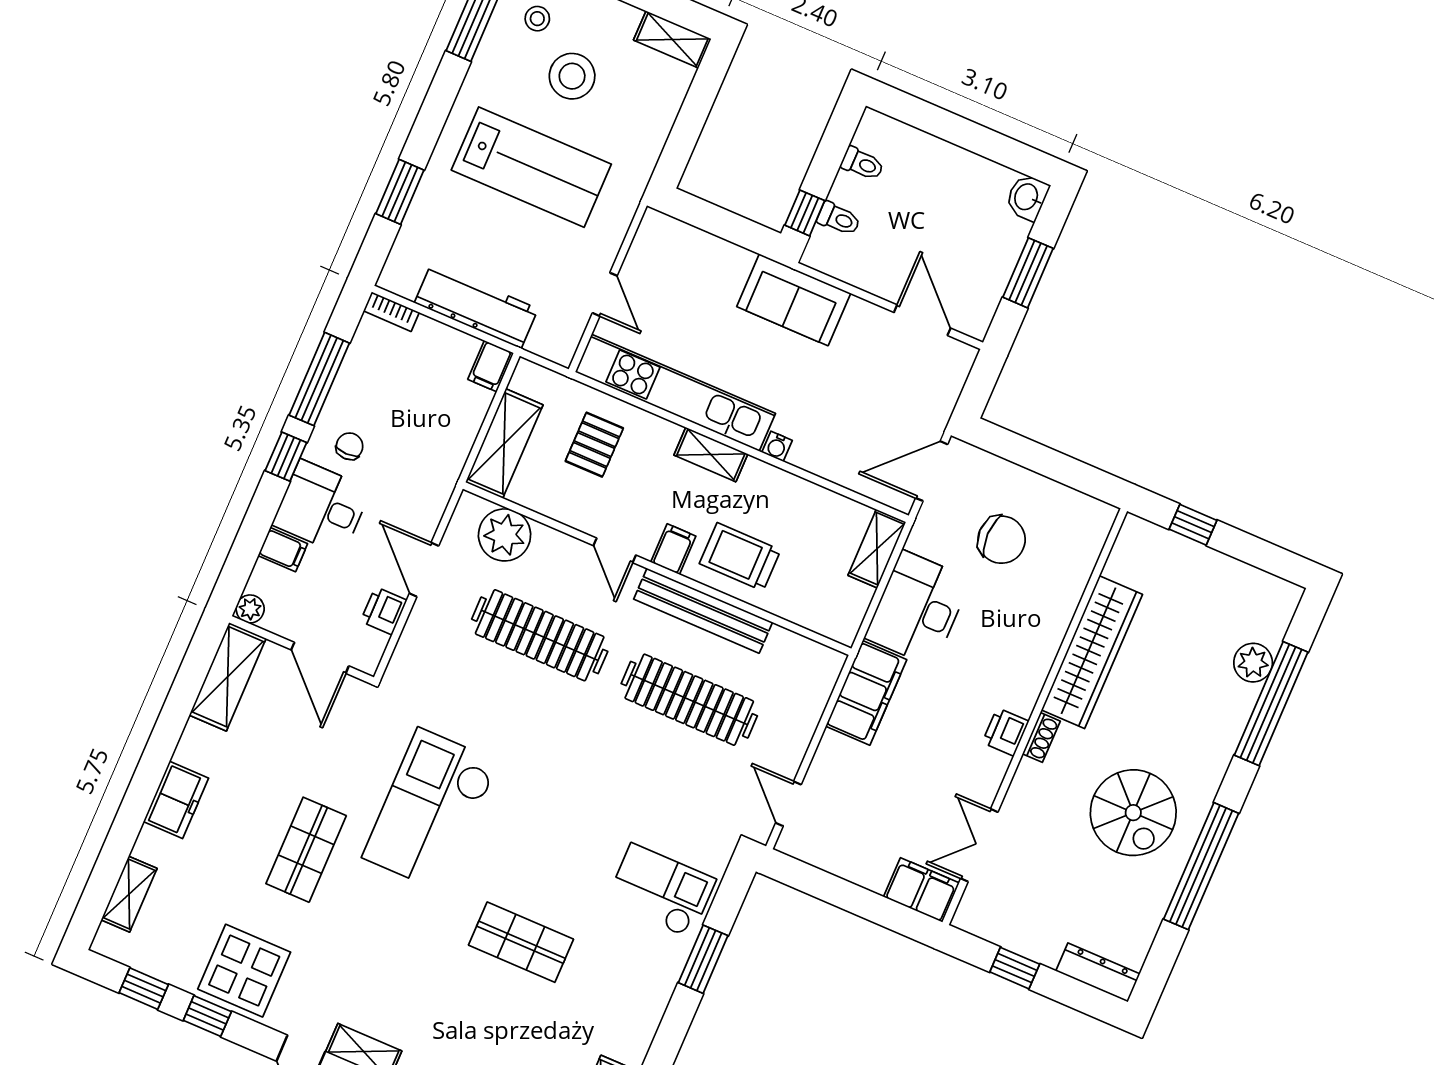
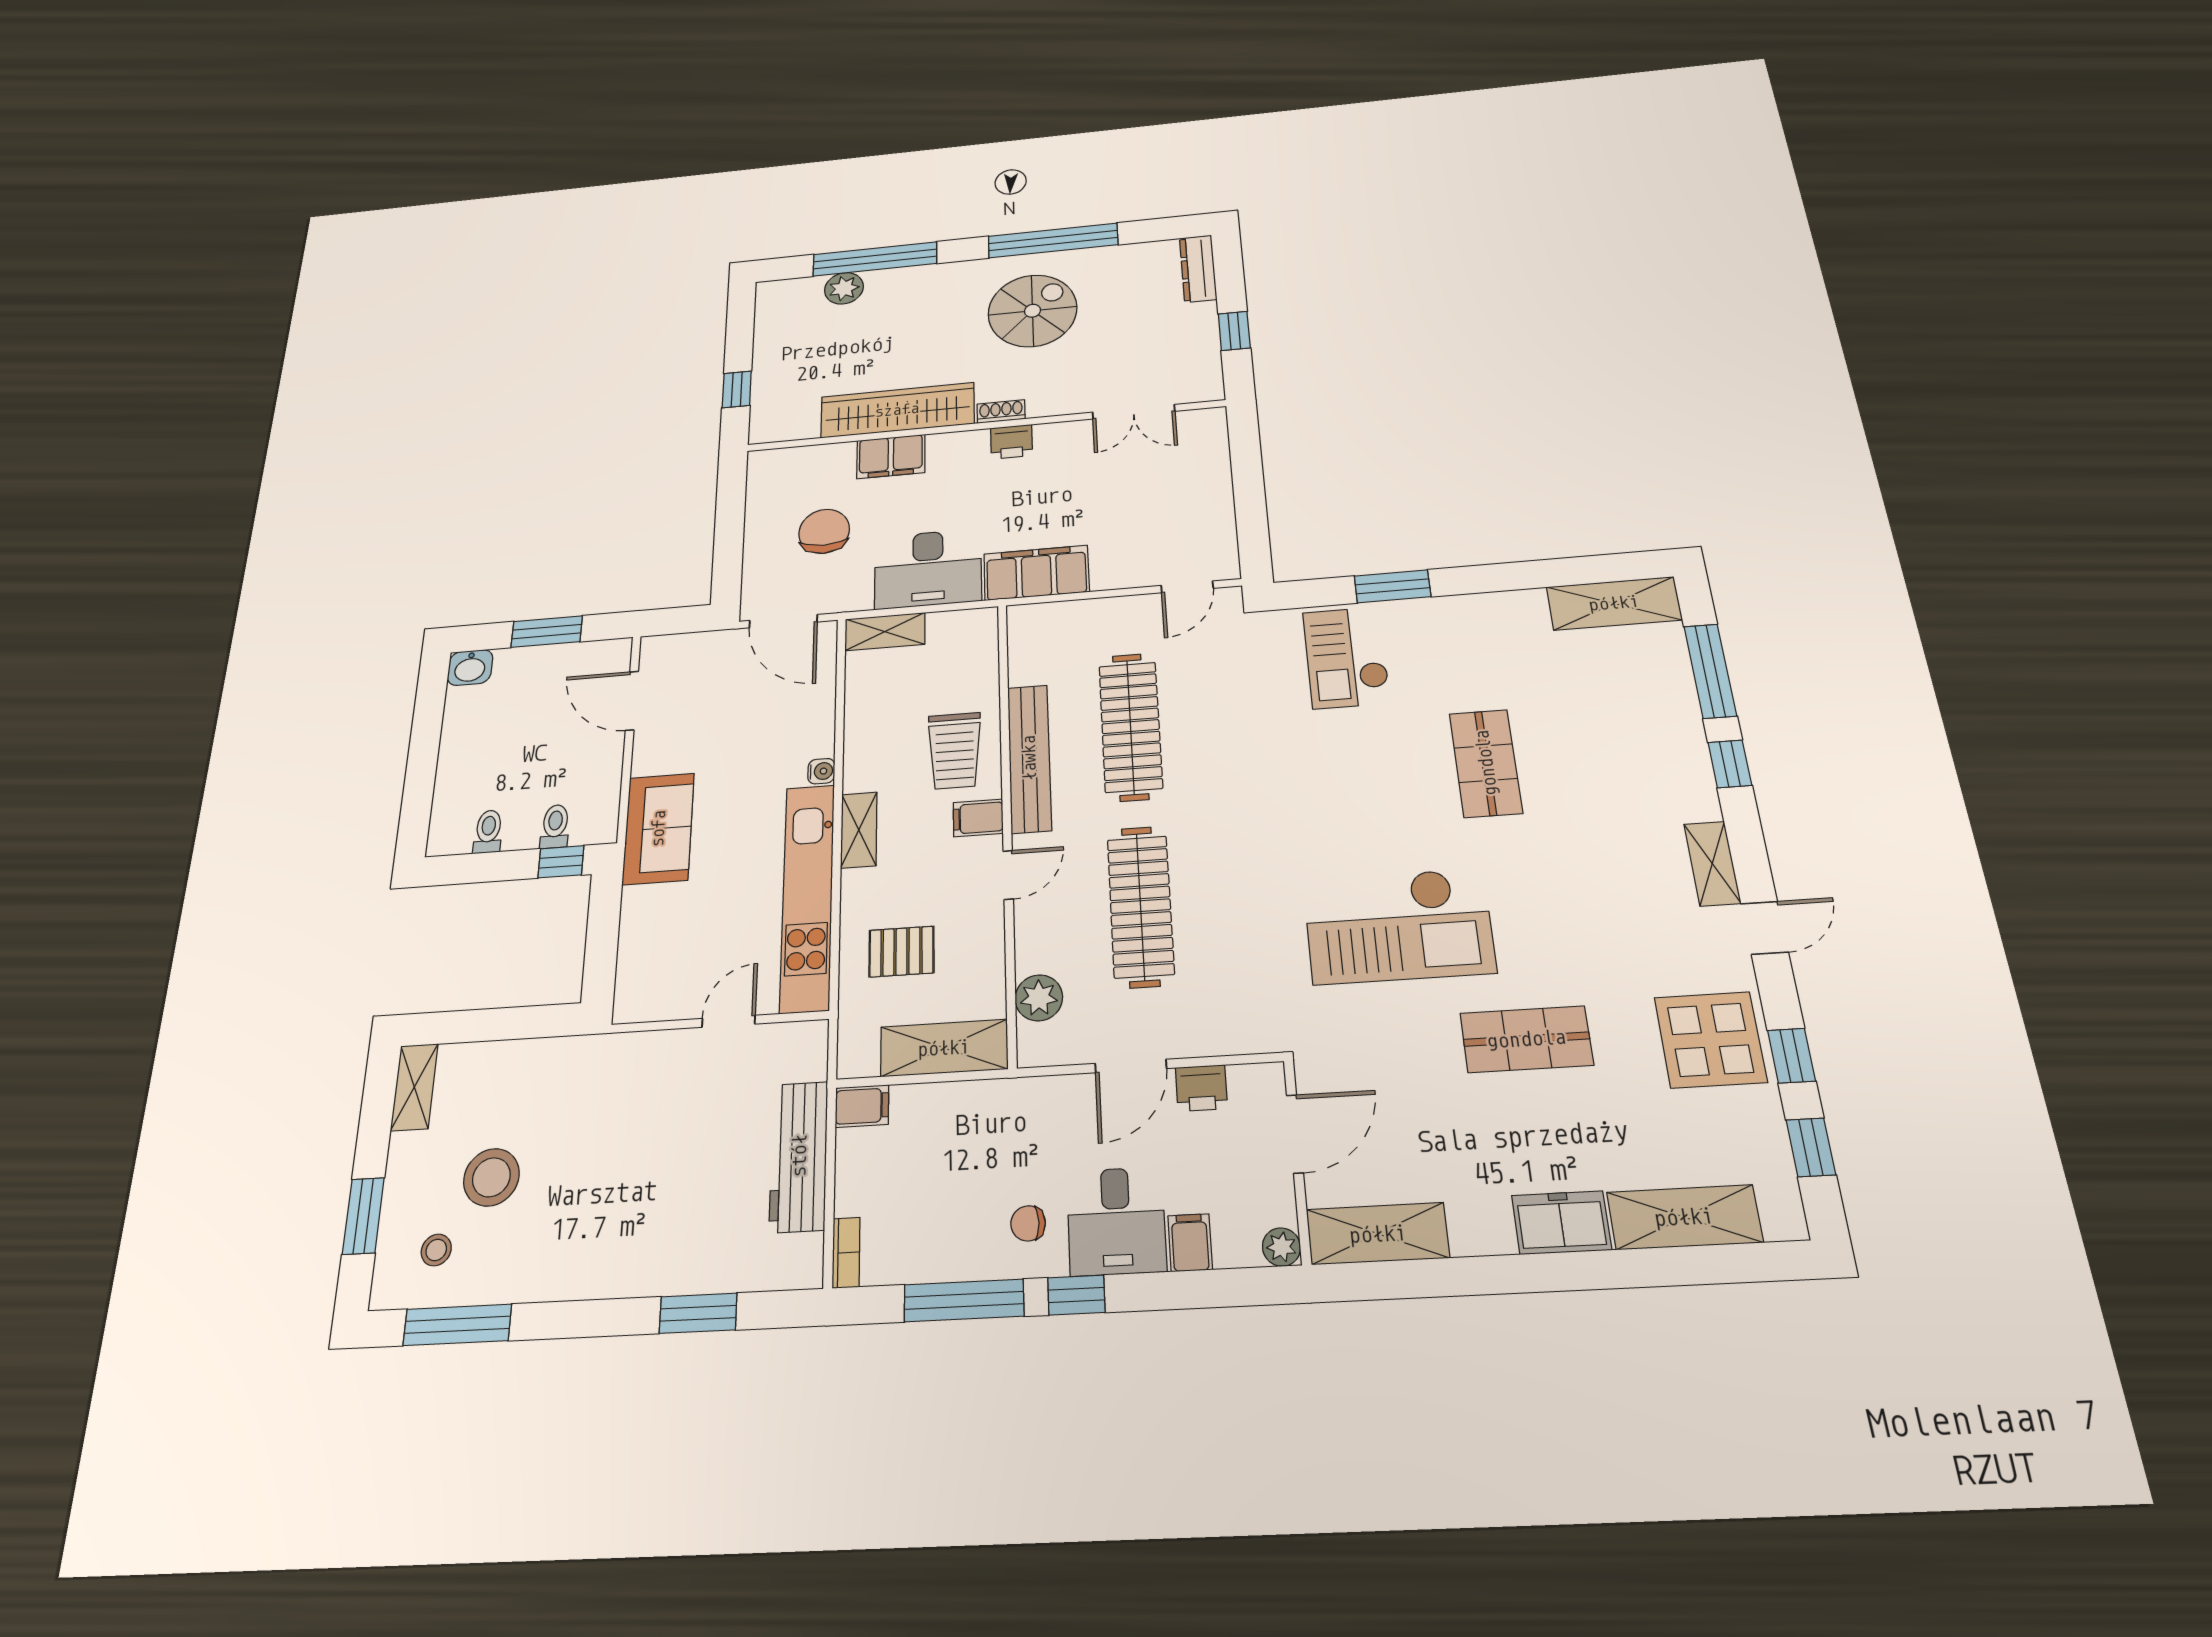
lab bench: (531, 167) -> (613, 1172), removed
door: (922, 320) -> (632, 701), hinge flipped
plant: (505, 535) -> (1039, 998), width x0.73, depth x0.73
filing cabinet: (921, 890) -> (891, 457), moved, turned -90
shelving: (129, 894) -> (1684, 1217), width x1.50, depth x1.33

